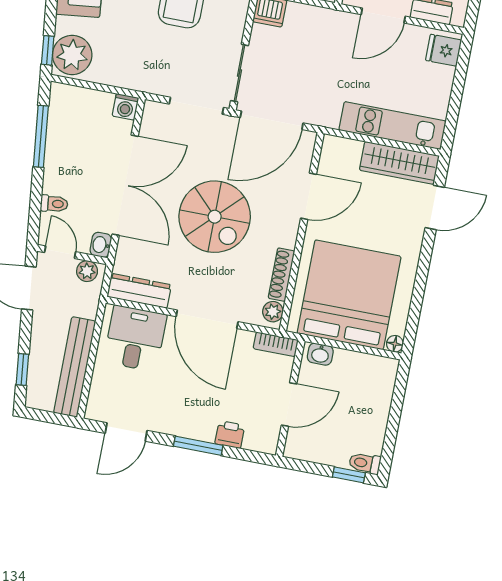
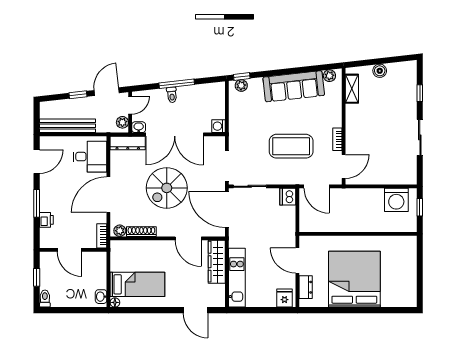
plant: (72, 55) -> (241, 85), width x0.53, depth x0.53
window: (41, 136) -> (177, 84), moved
wardrobe: (399, 163) -> (217, 262), moved
toilet: (54, 204) -> (172, 95), moved
dresser: (139, 291) -> (128, 143), moved, turned 90
bed: (349, 295) -> (137, 284), width x0.49
washbasin: (320, 354) -> (101, 297), moved
window: (22, 369) -> (78, 95), moved
door: (126, 432) -> (37, 162), swing flipped
window: (349, 475) -> (37, 277), moved

